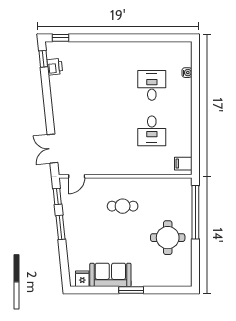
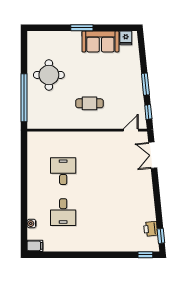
double door: (52, 149) -> (153, 155), swing flipped
filing cabinet: (183, 164) -> (35, 246), moved

